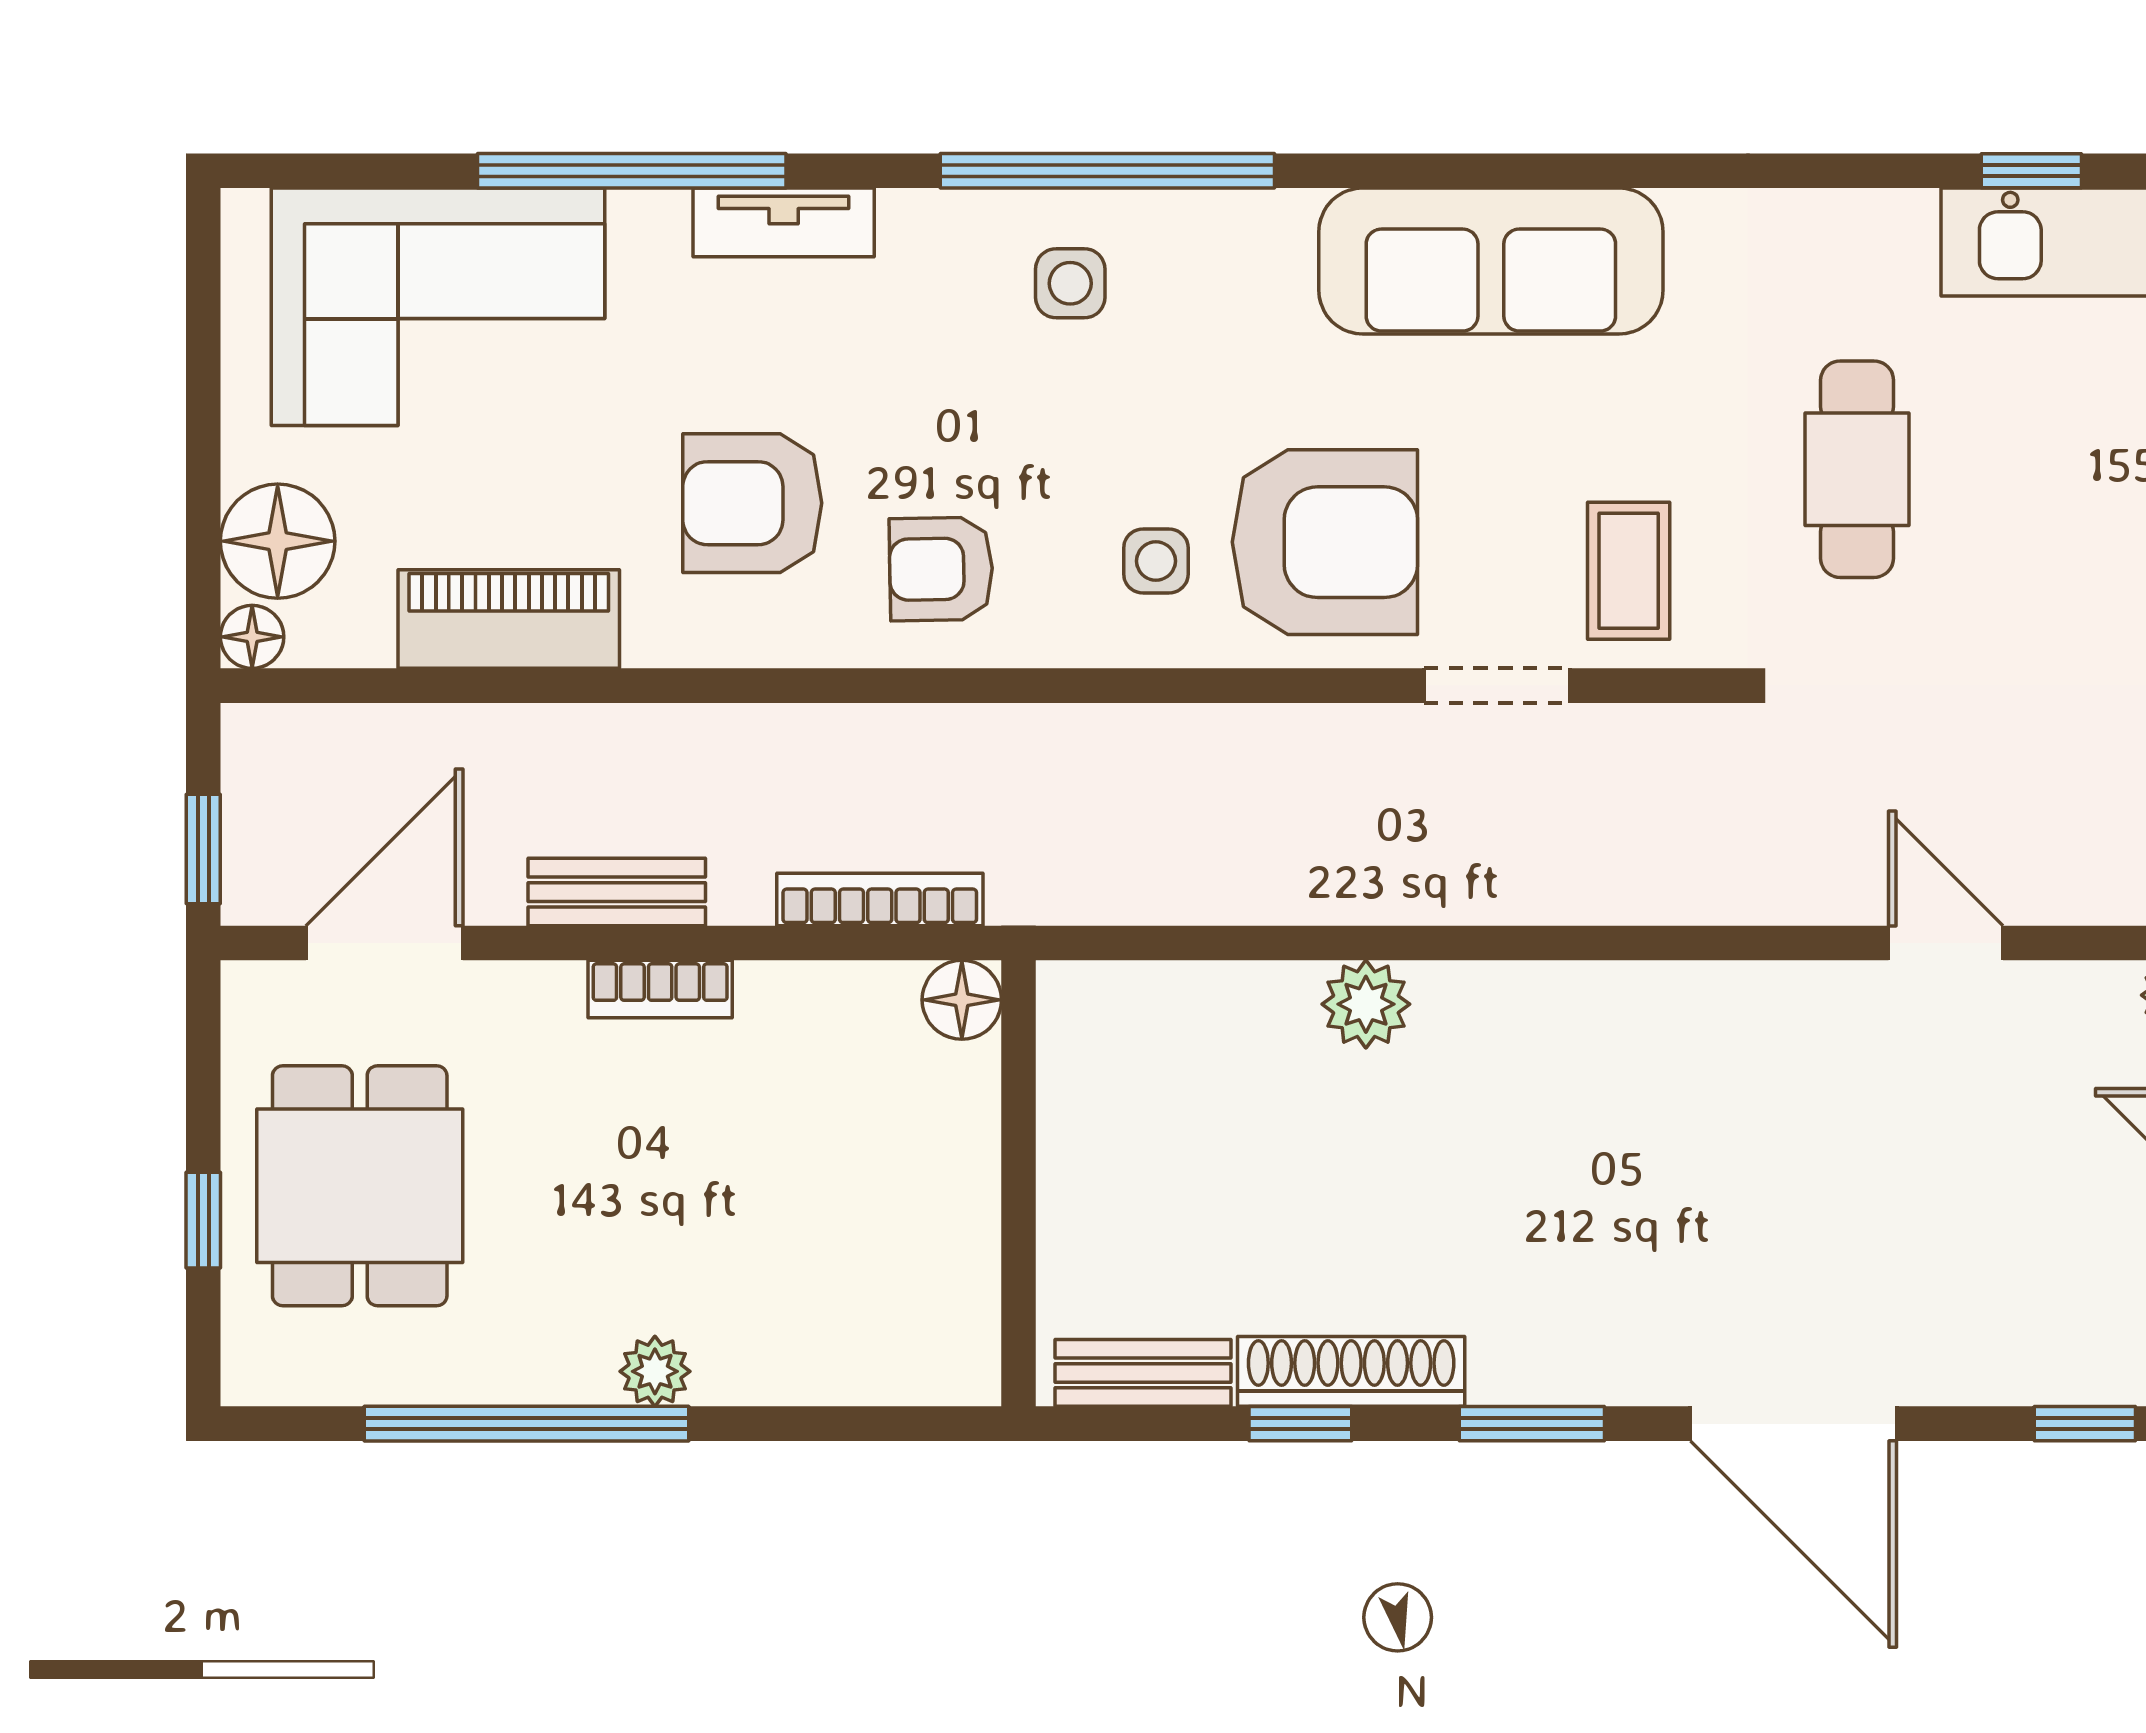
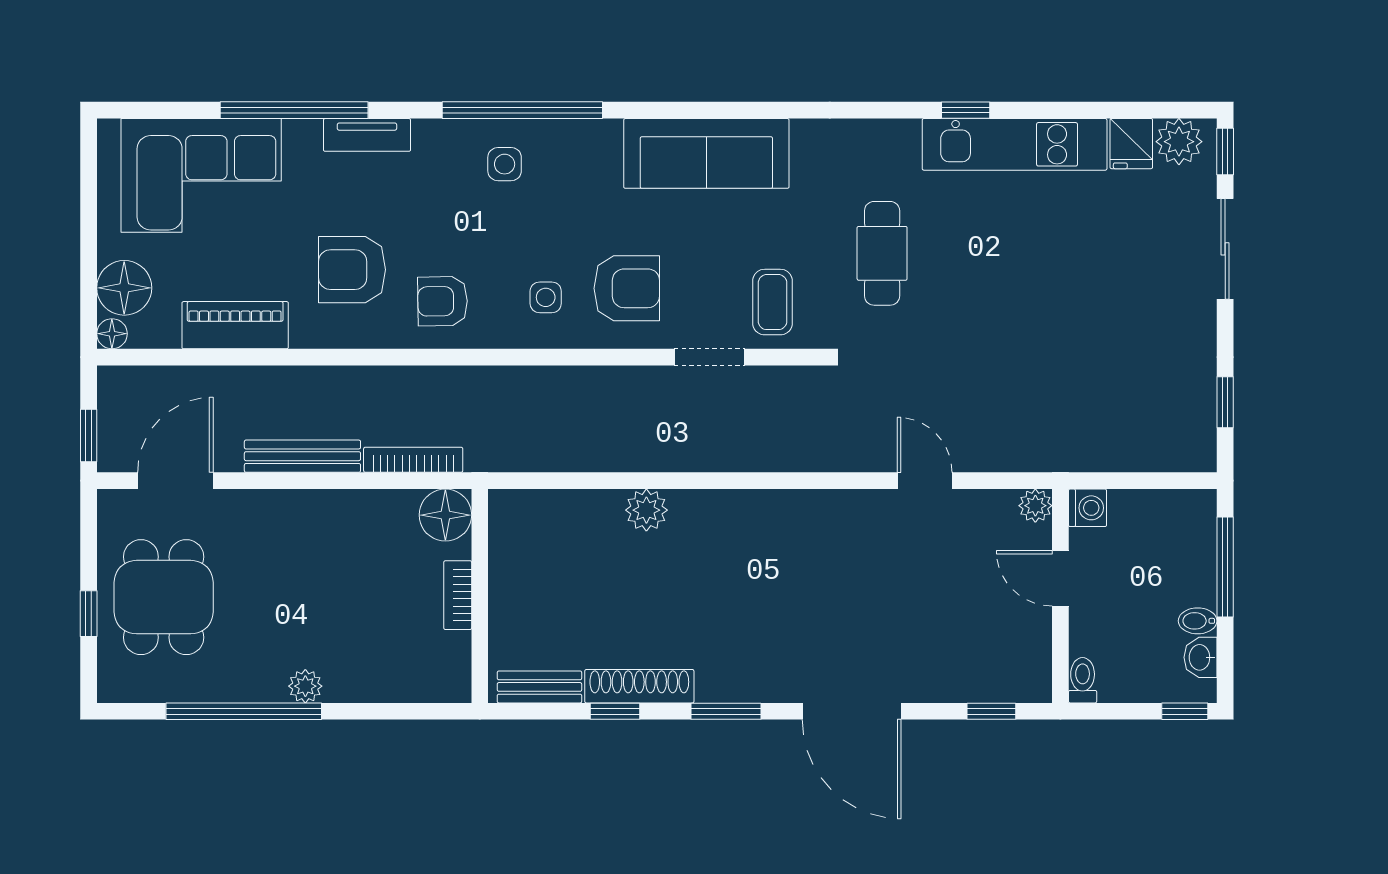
armchair: (1325, 542) -> (627, 288), width x0.73, depth x0.73
bench: (617, 892) -> (302, 456), width x1.36
bookcase: (660, 989) -> (458, 595), moved, turned 90
floor lamp: (962, 1000) -> (445, 515), width x1.38, depth x1.38

